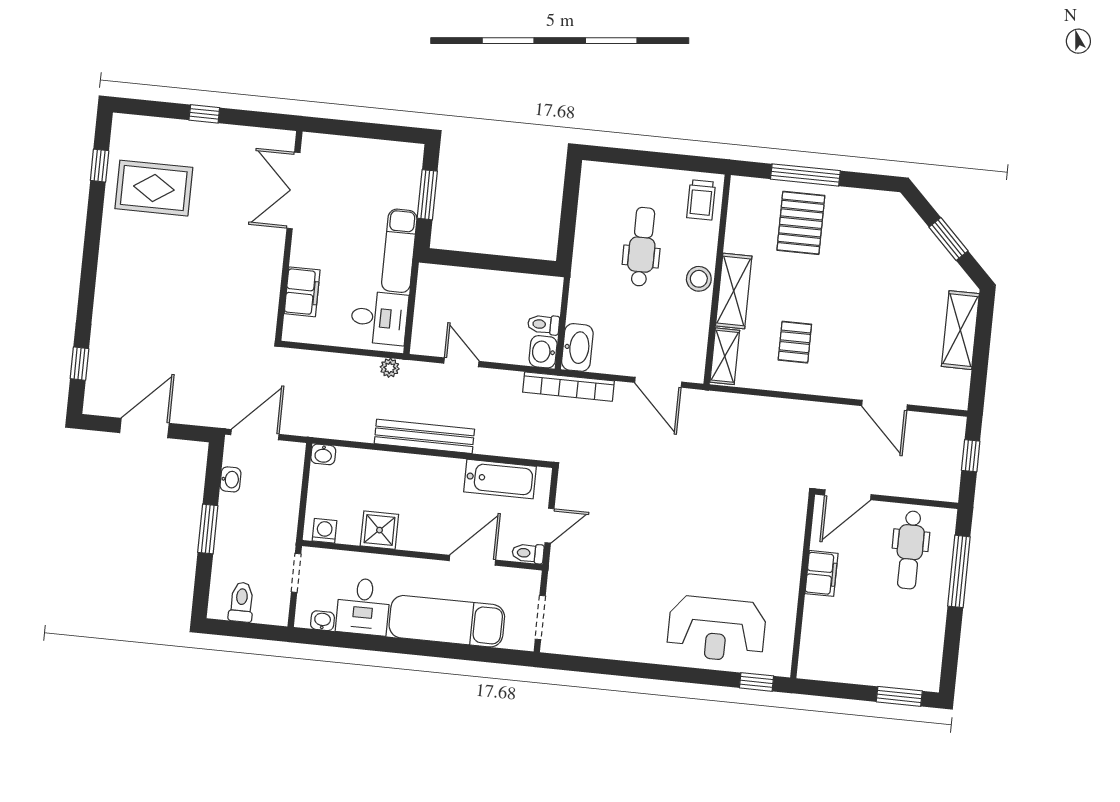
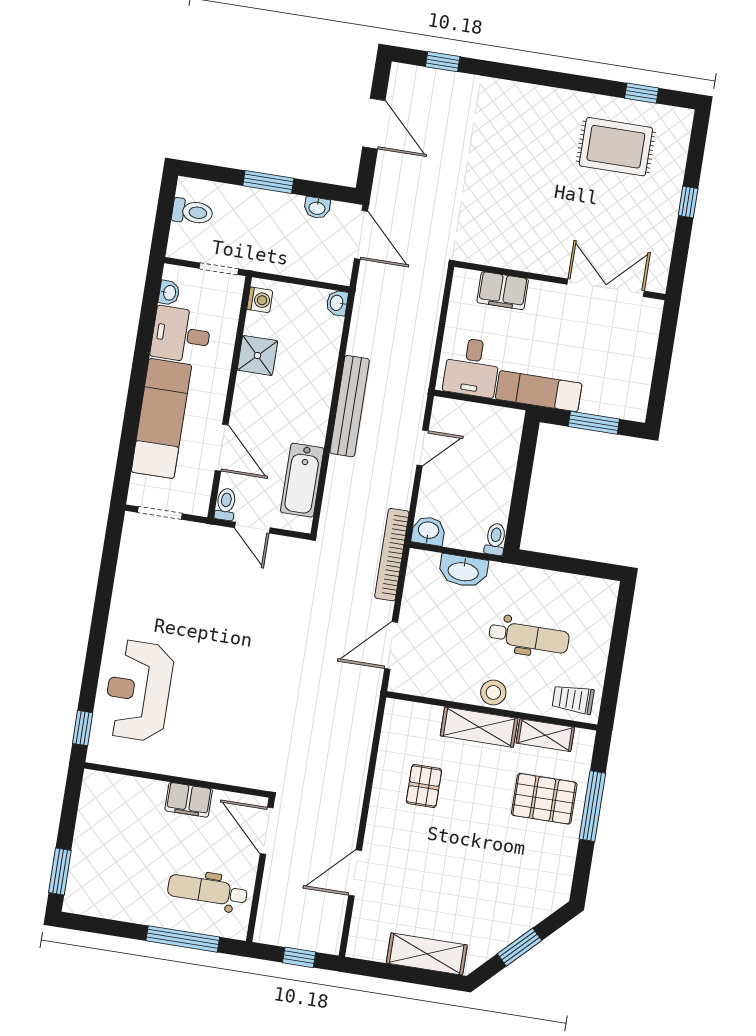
rug: (154, 188) -> (616, 147), turned 90
toilet: (544, 324) -> (495, 539), moved
pallet: (795, 342) -> (424, 786), turned 90
washbasin: (577, 347) -> (463, 571), moved
shelving: (725, 356) -> (545, 735), moved
plant: (390, 368) -> (421, 375), removed

